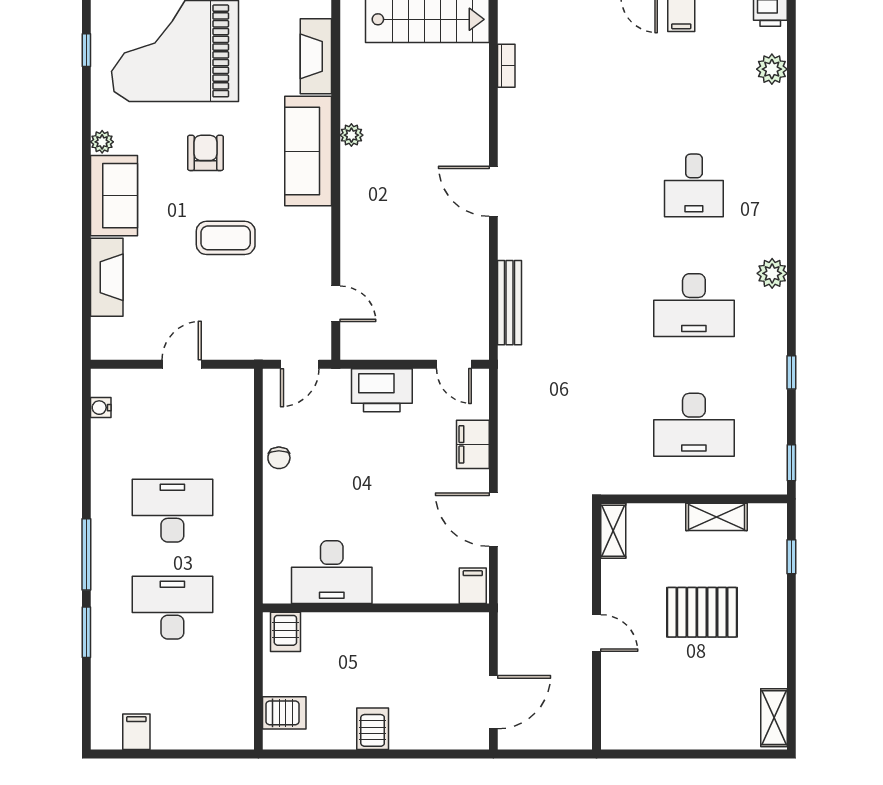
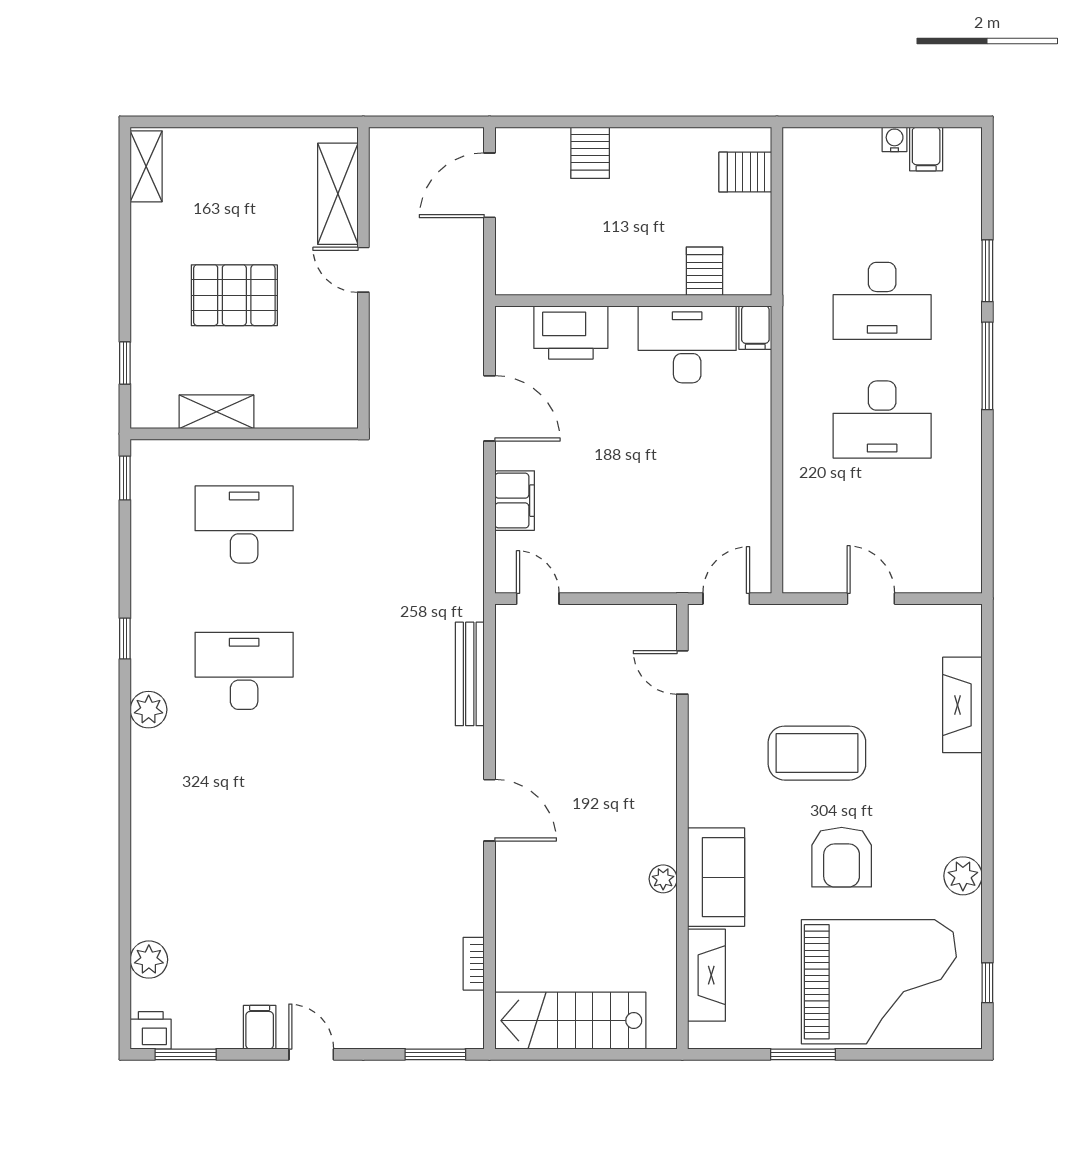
plant: (102, 142) -> (963, 876), width x1.38, depth x1.38
sofa: (308, 151) -> (716, 877), width x0.73
armchair: (206, 153) -> (842, 857), width x1.38, depth x1.38
desk: (694, 185) -> (244, 817), removed
sofa: (114, 196) -> (954, 805), removed
coffee table: (226, 238) -> (817, 753), width x1.36, depth x1.32
door: (182, 364) -> (871, 599), swing flipped
window: (791, 372) -> (125, 639), moved
printer: (382, 390) -> (571, 332), moved, turned 180
water cooler: (101, 408) -> (895, 139), moved, turned -90
chair: (279, 458) -> (752, 484), removed
shelving: (613, 531) -> (338, 194), moved, width x1.50, depth x1.33
filing cabinet: (473, 586) -> (755, 328), moved
server rack: (285, 632) -> (704, 271), moved
server rack: (373, 729) -> (590, 153), moved

